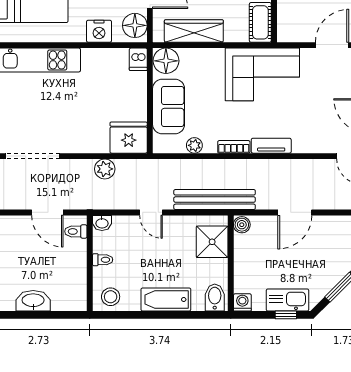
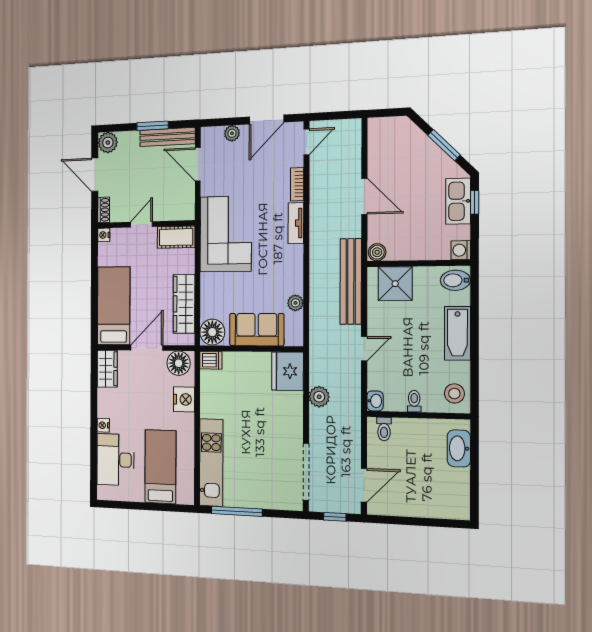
bookcase: (234, 147) -> (297, 184), moved
door: (47, 212) -> (364, 485), moved
washbasin: (33, 301) -> (459, 448), moved

